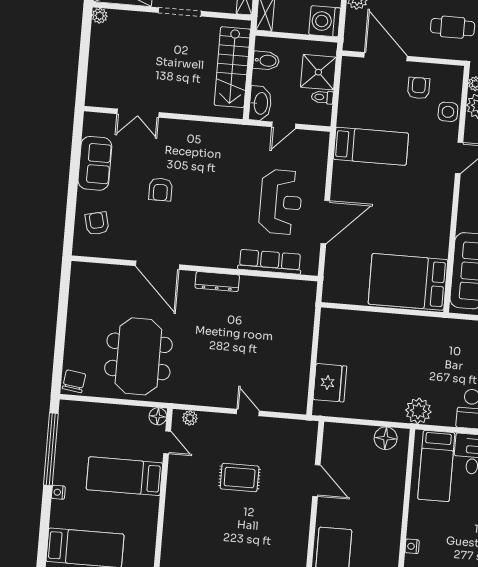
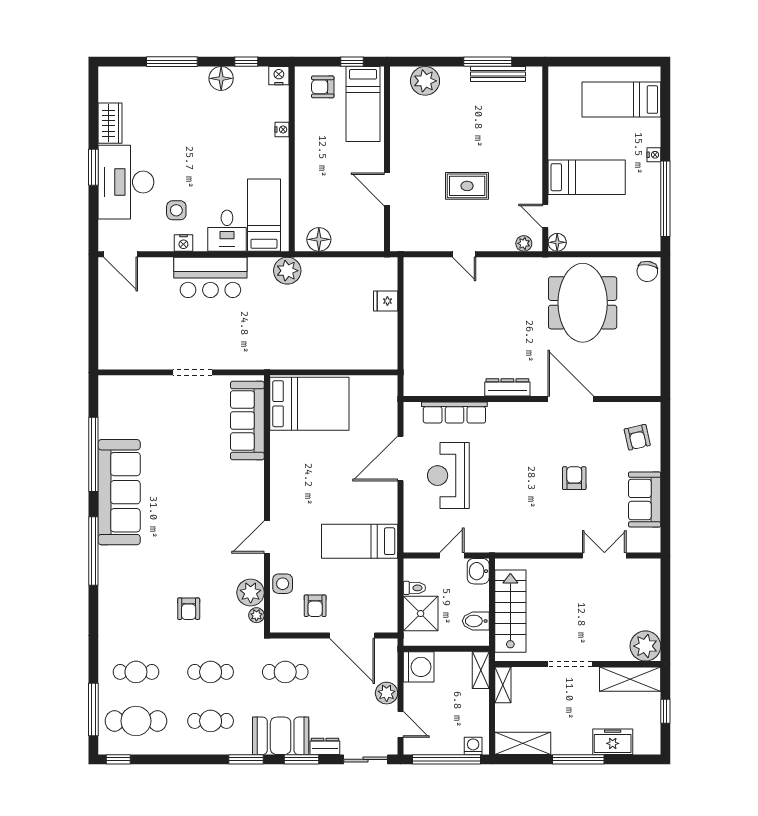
plant: (100, 16) -> (645, 646), width x1.87, depth x1.87
washbasin: (260, 103) -> (478, 571), width x0.72
fridge: (330, 383) -> (386, 301), width x0.53, depth x0.75

